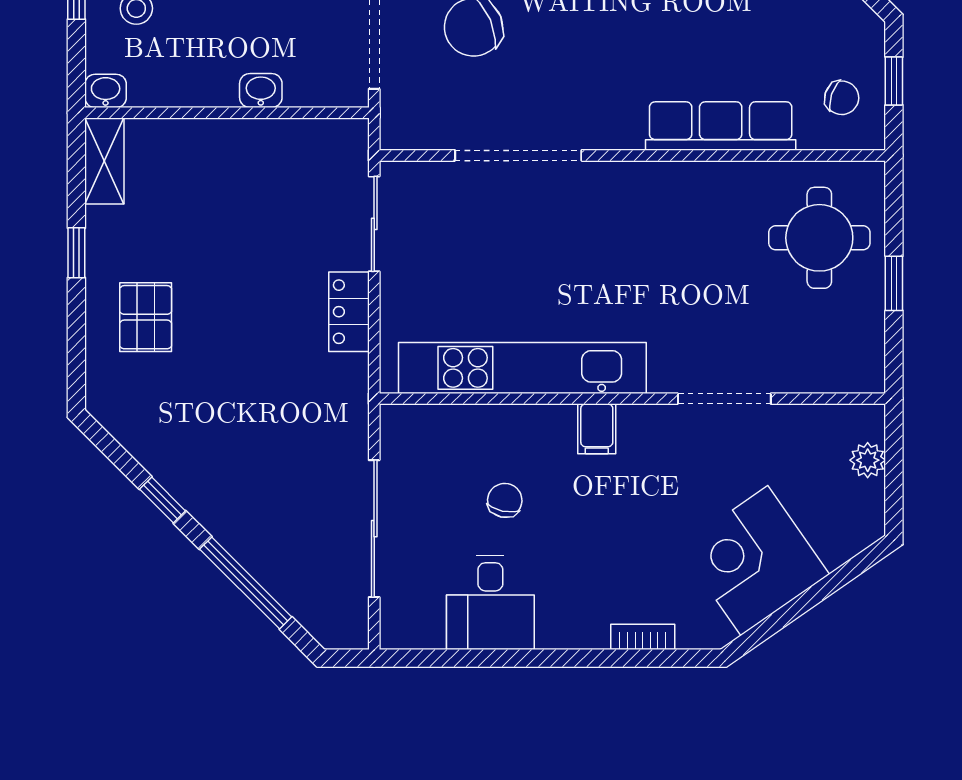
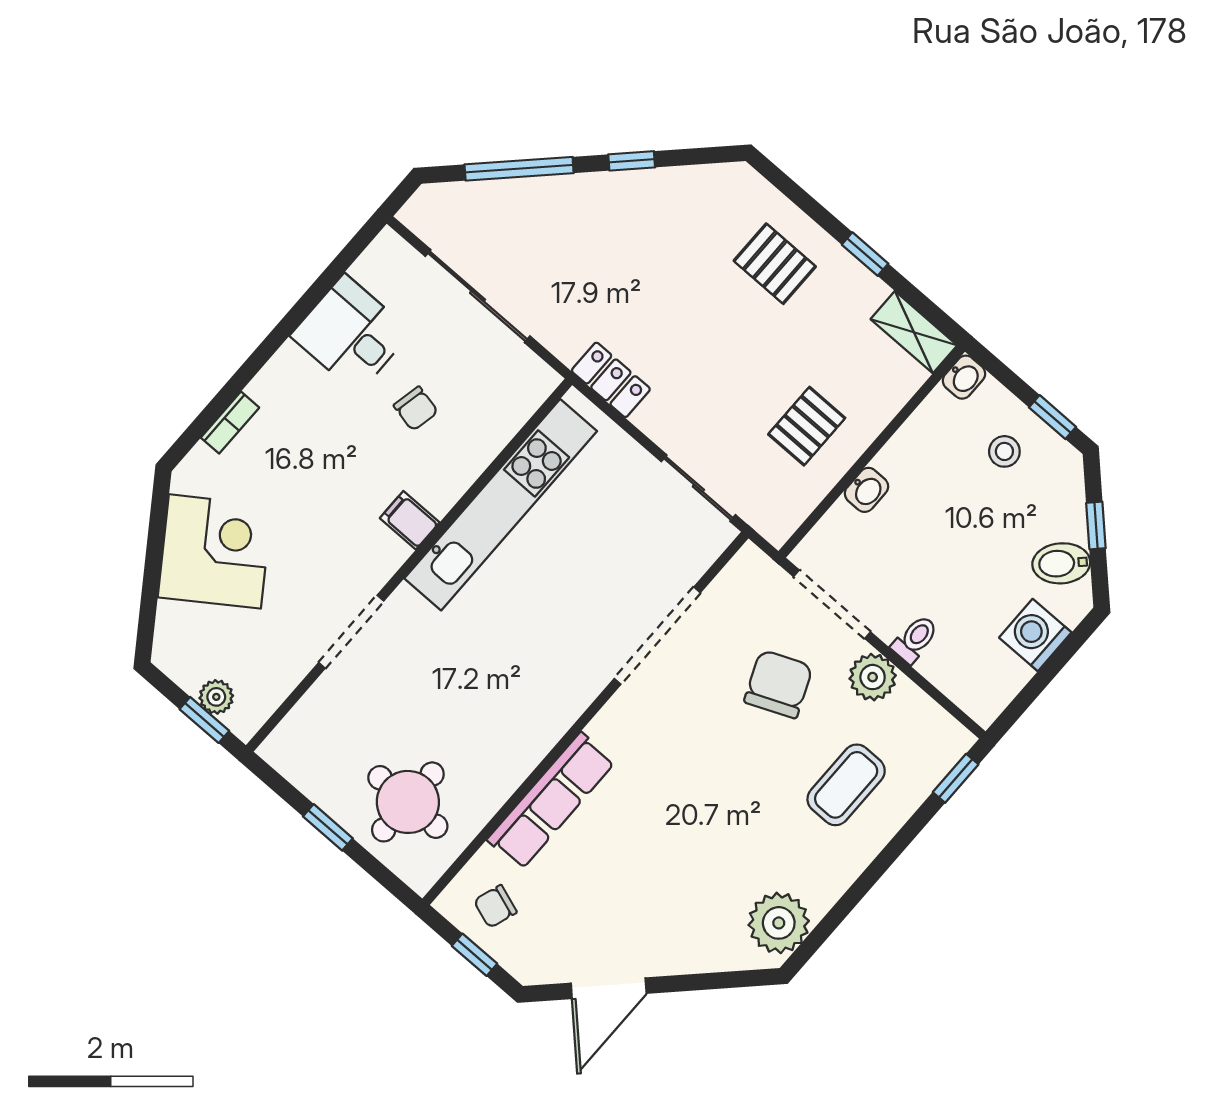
pallet: (251, 181) -> (807, 426), added
locker: (349, 312) -> (611, 380), moved
window: (894, 454) -> (204, 720), added

